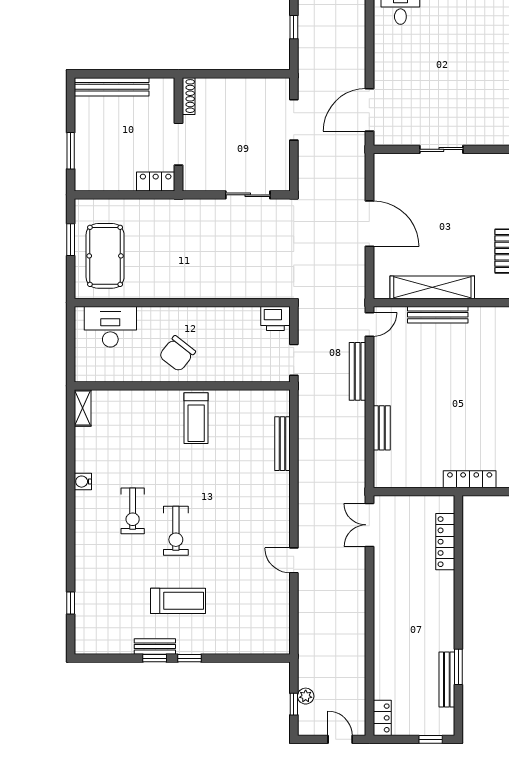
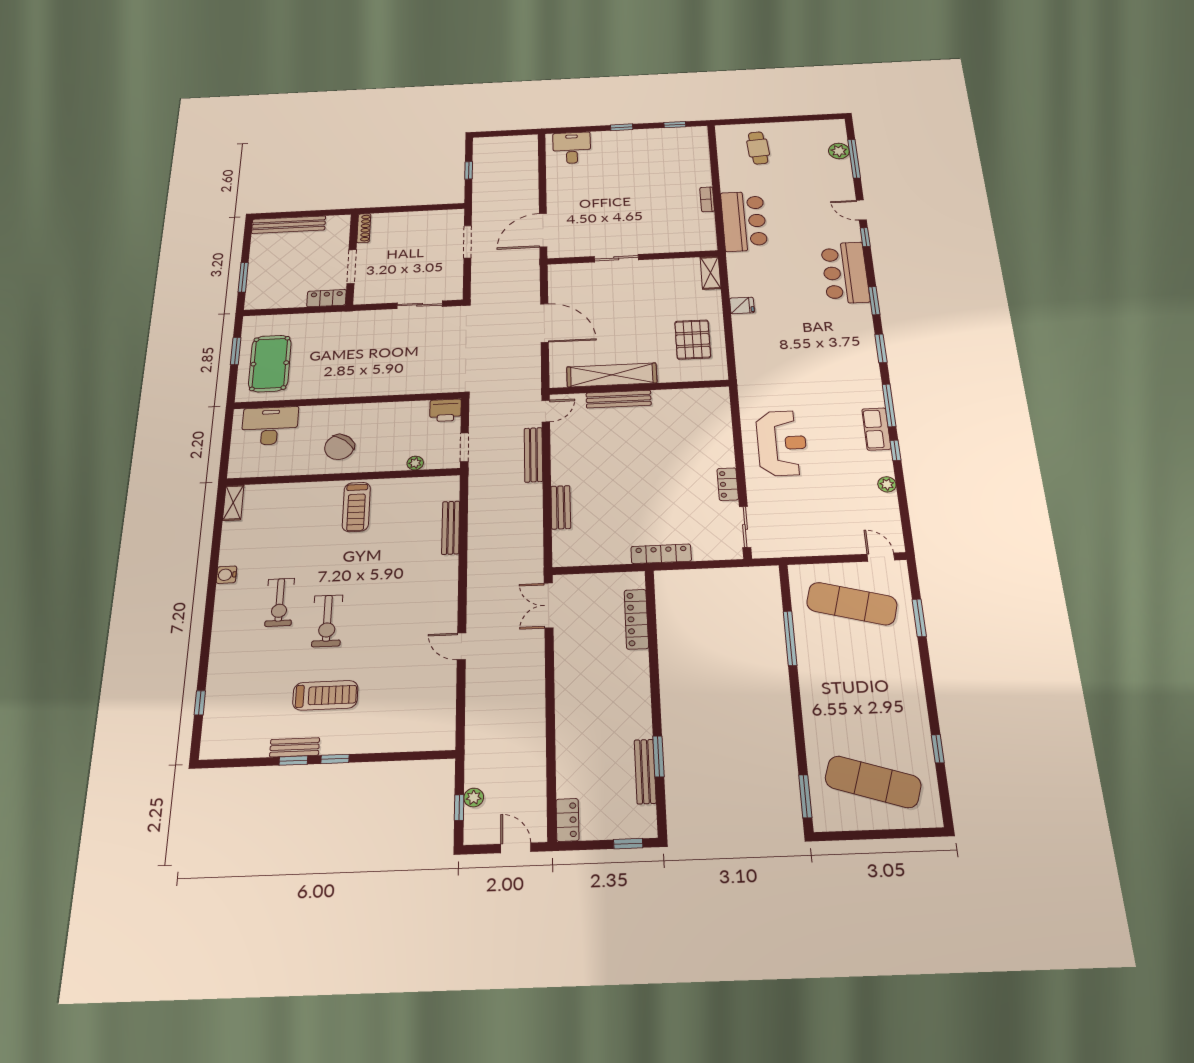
plant: (249, 375) -> (415, 463), added

